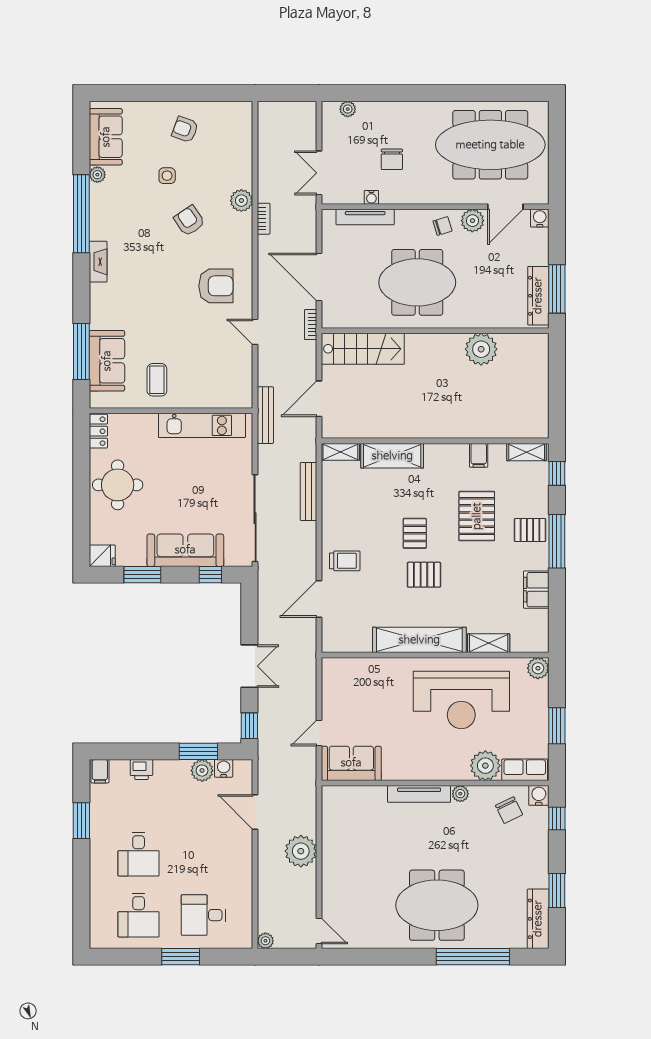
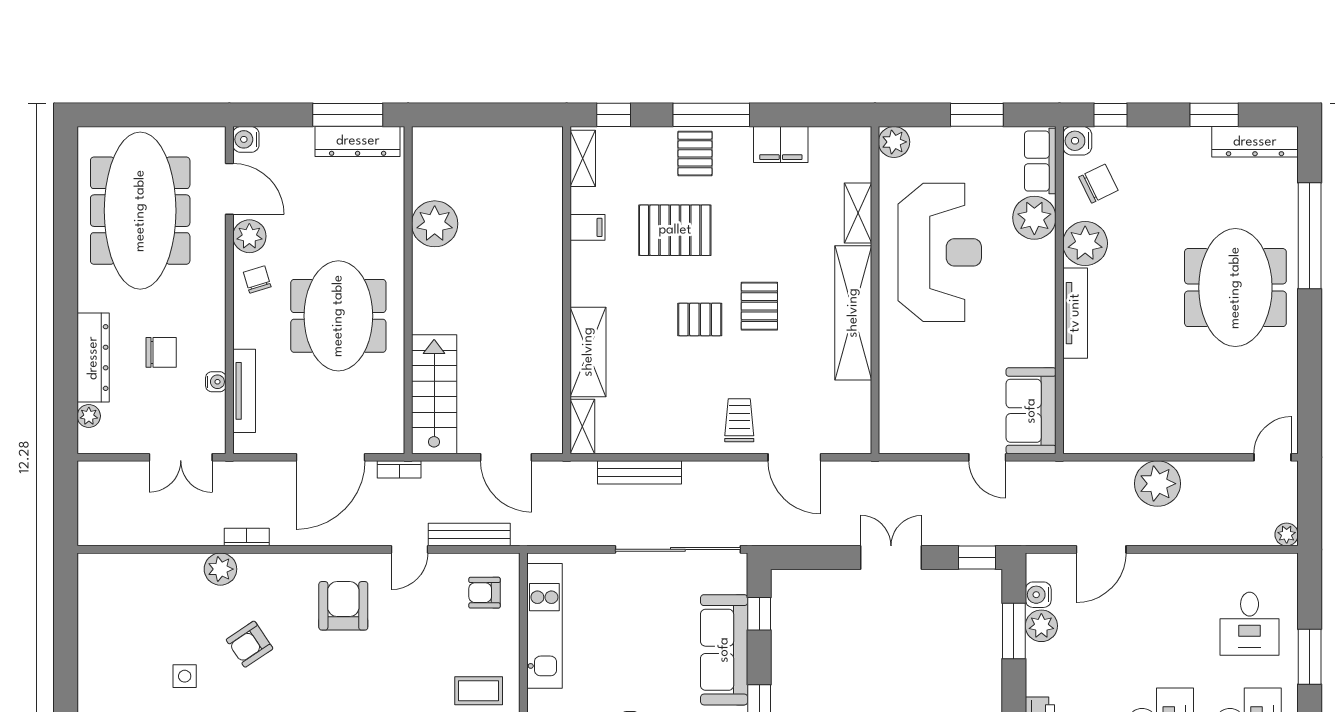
dresser: (388, 112) -> (93, 358), added
armchair: (185, 129) -> (485, 593), moved, turned 70
bench: (265, 415) -> (469, 535), moved
plant: (460, 794) -> (1085, 243), width x1.87, depth x1.87

